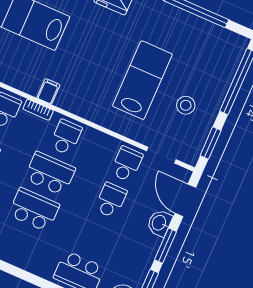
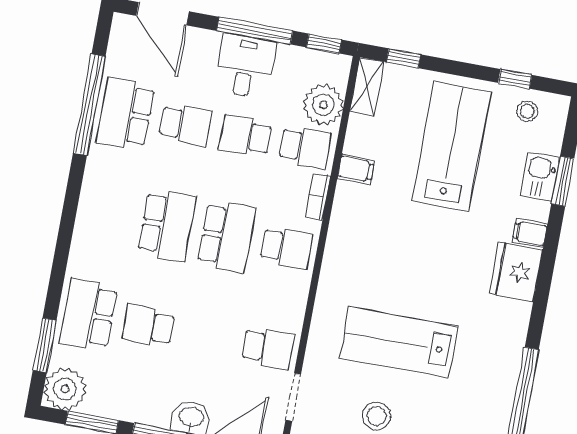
lab bench: (142, 80) -> (399, 342), turned 180
filing cabinet: (48, 91) -> (356, 169), moved
school desk: (111, 200) -> (148, 326), moved, turned 180

